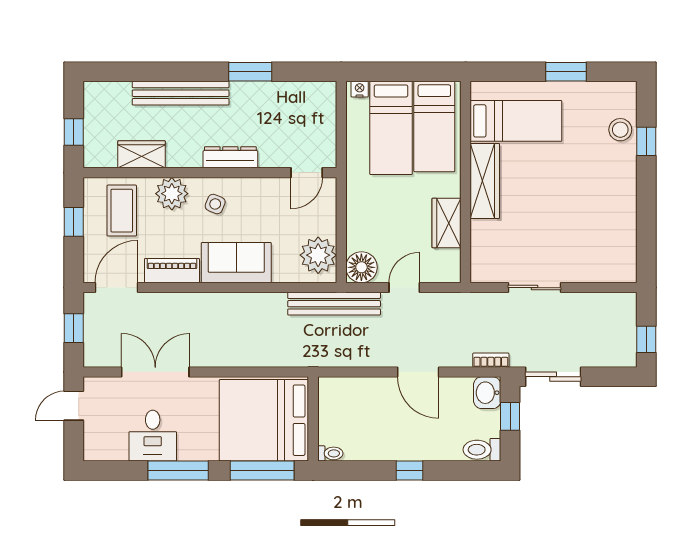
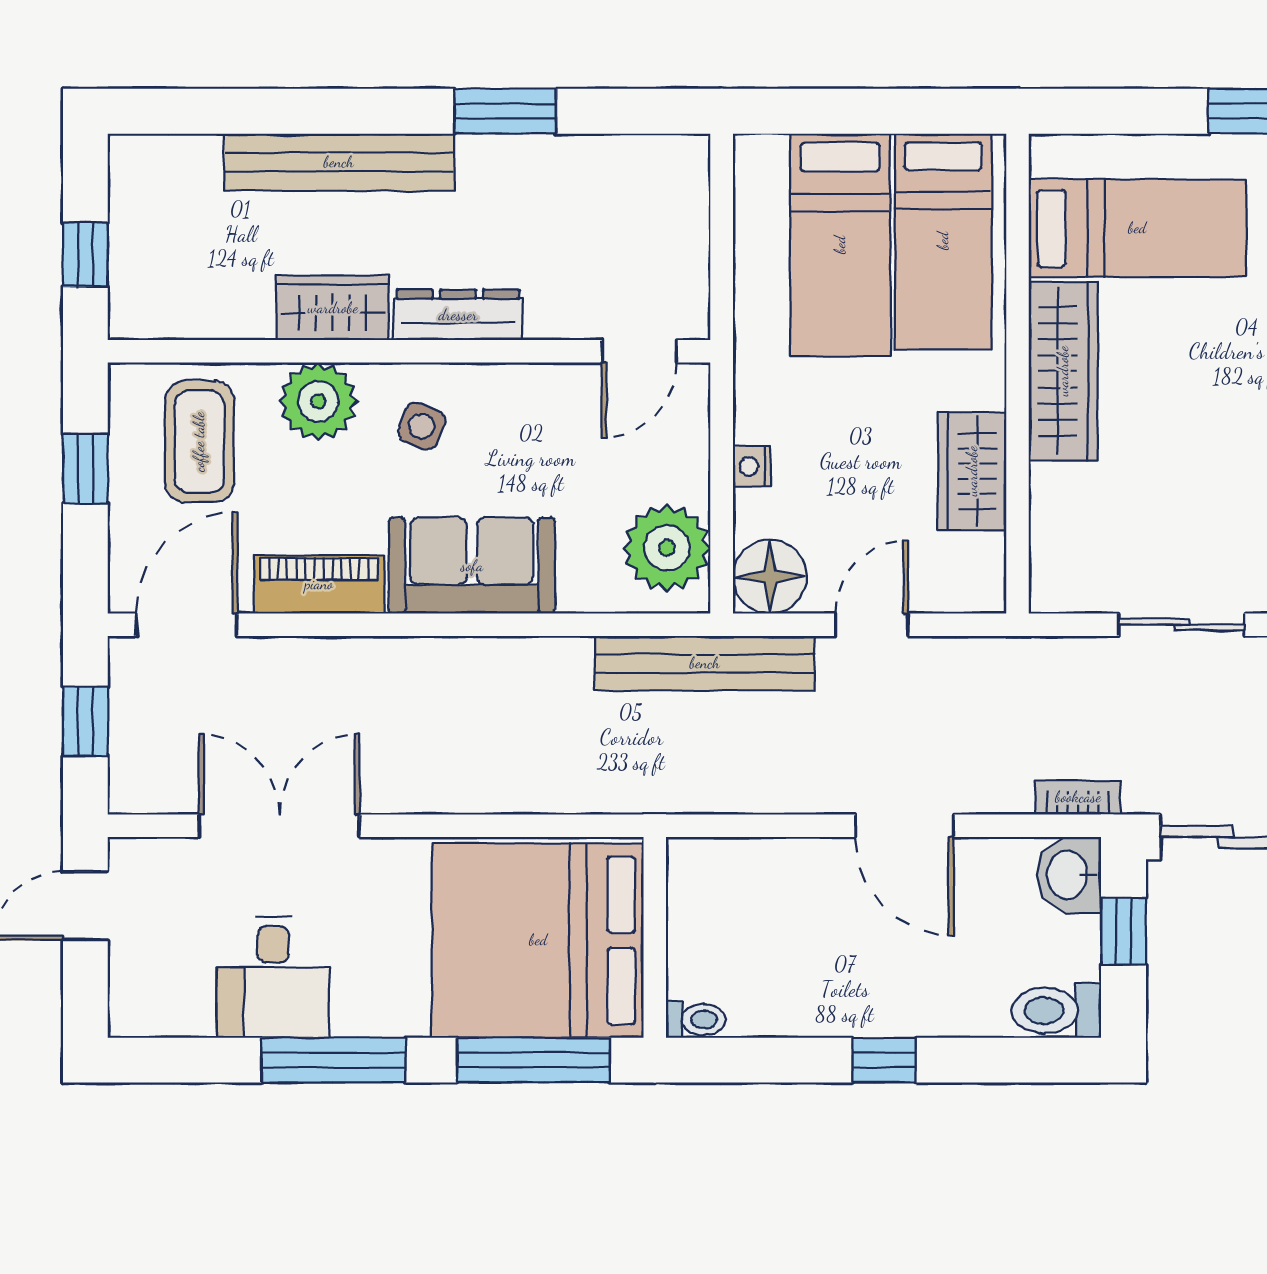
nightstand: (360, 89) -> (752, 466), moved, turned -90
wardrobe: (142, 154) -> (333, 308), moved

